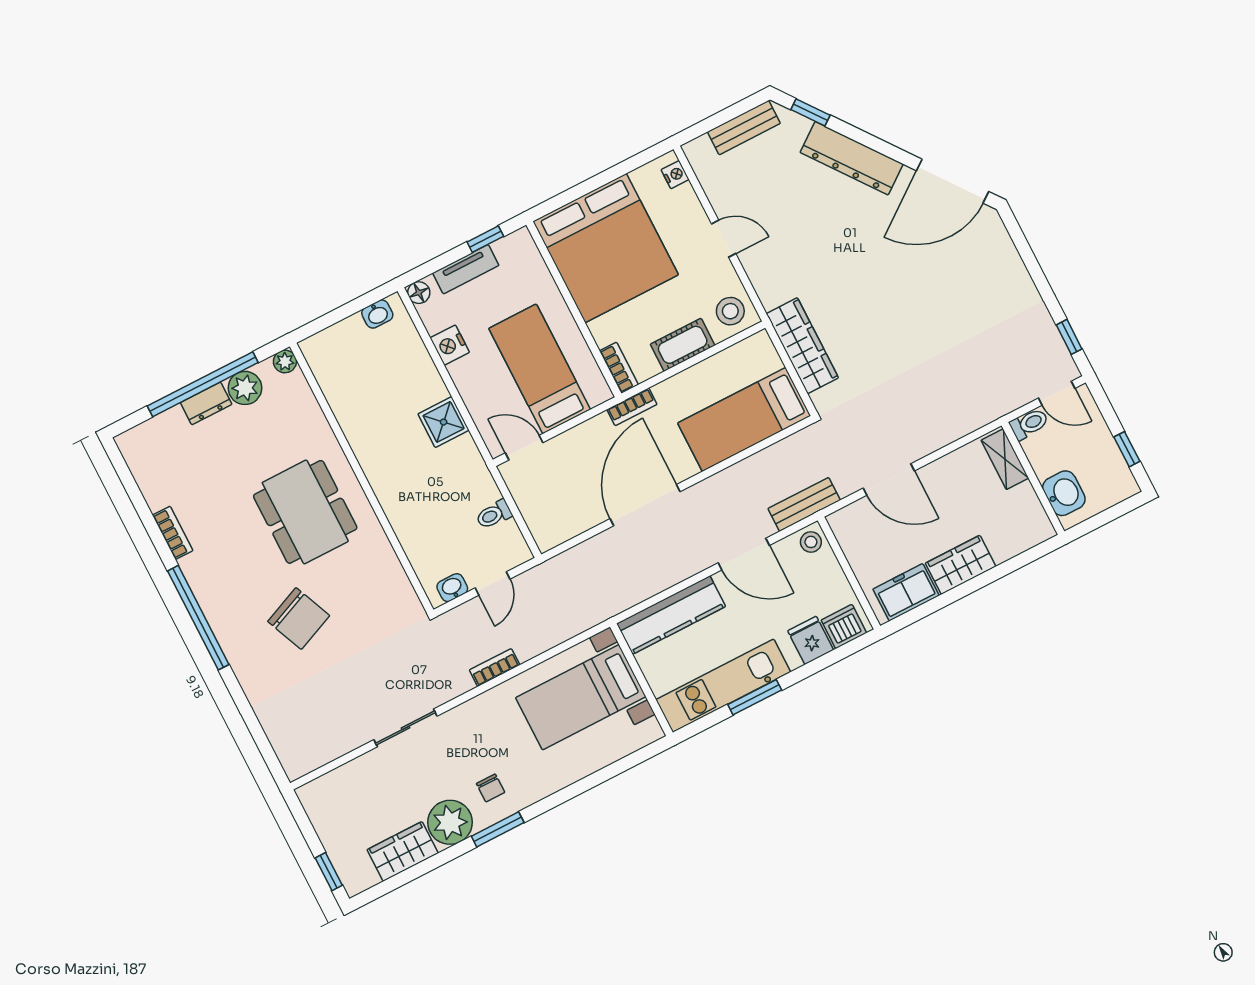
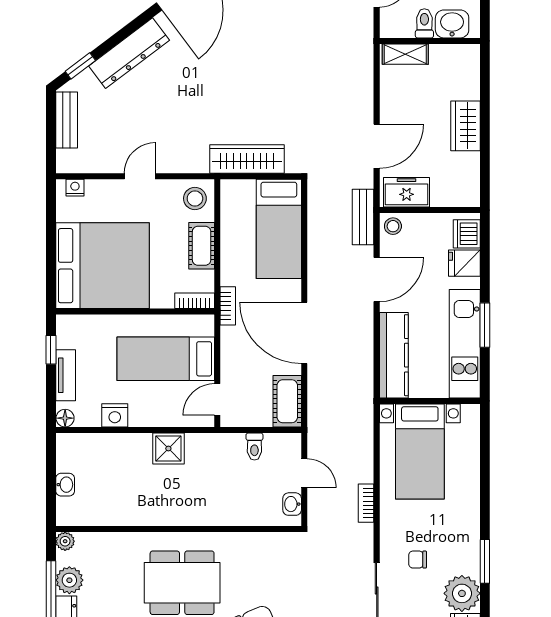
washbasin: (377, 314) -> (65, 485), moved
toilet: (1029, 424) -> (424, 23), moved
cot: (561, 525) -> (287, 401), added
freezer: (906, 592) -> (407, 192), moved, turned 90
chair: (491, 788) -> (418, 560), moved, turned 180

